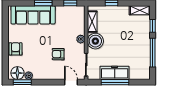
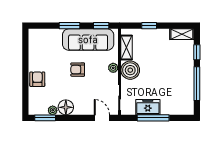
sofa: (33, 15) -> (88, 40), moved
armchair: (58, 54) -> (78, 70), moved
floor lamp: (17, 73) -> (66, 107), moved
freezer: (115, 73) -> (148, 107), width x0.71

